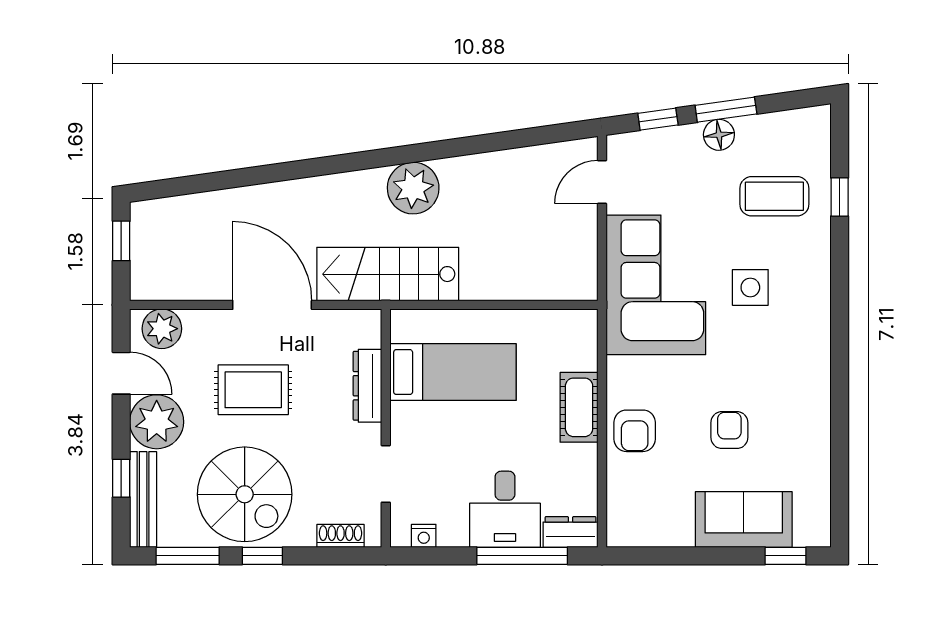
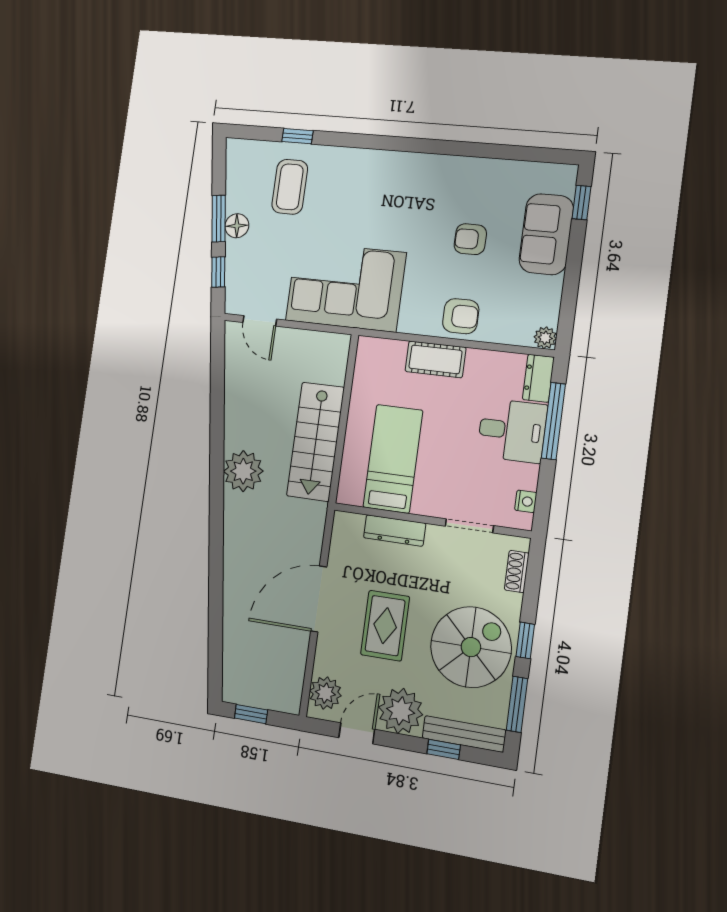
stairs: (388, 274) -> (316, 442), moved
side table: (750, 287) -> (358, 212), removed
plant: (620, 534) -> (545, 338), added

